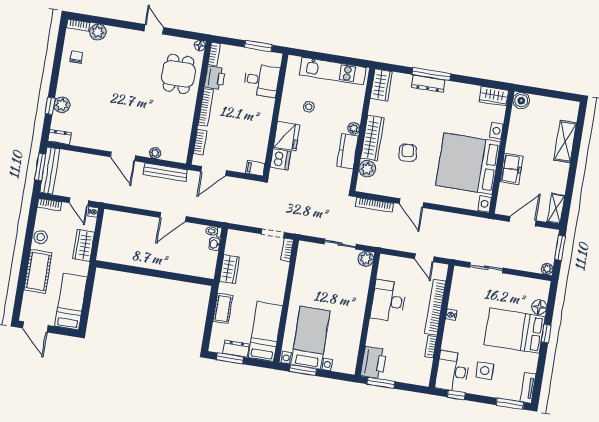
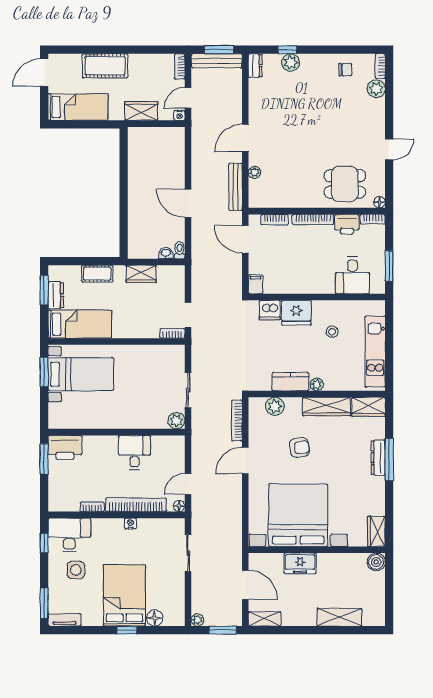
wardrobe: (372, 138) -> (327, 406), moved
stool: (41, 237) -> (143, 63), removed
floor lamp: (443, 269) -> (179, 506), added
desk: (388, 301) -> (134, 452), width x0.73

